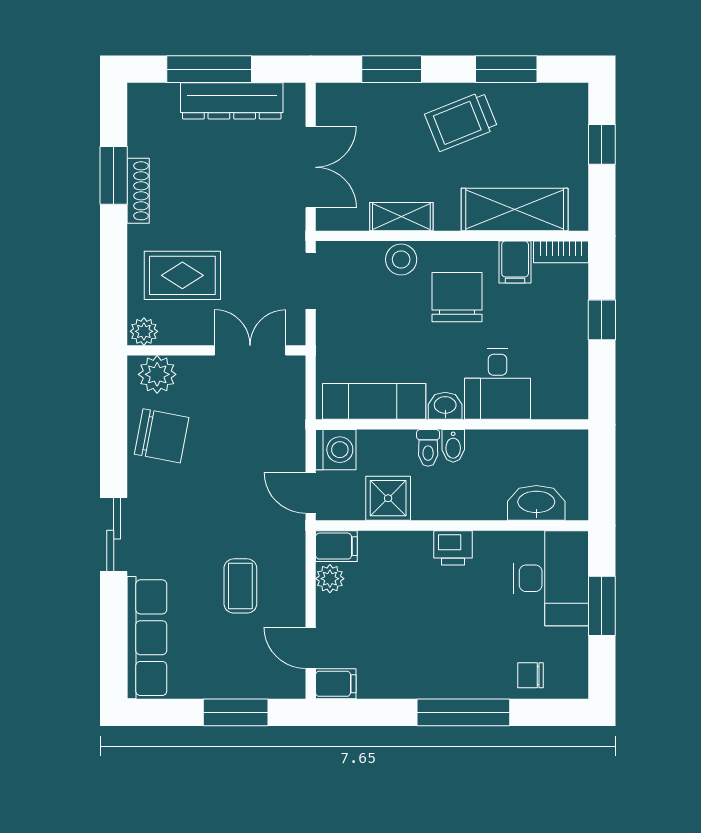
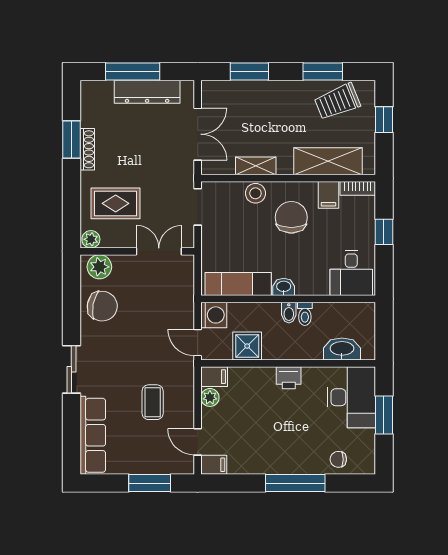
trolley: (461, 121) -> (337, 102), moved
desk: (498, 384) -> (351, 273), moved
toilet: (428, 448) -> (305, 314), moved

